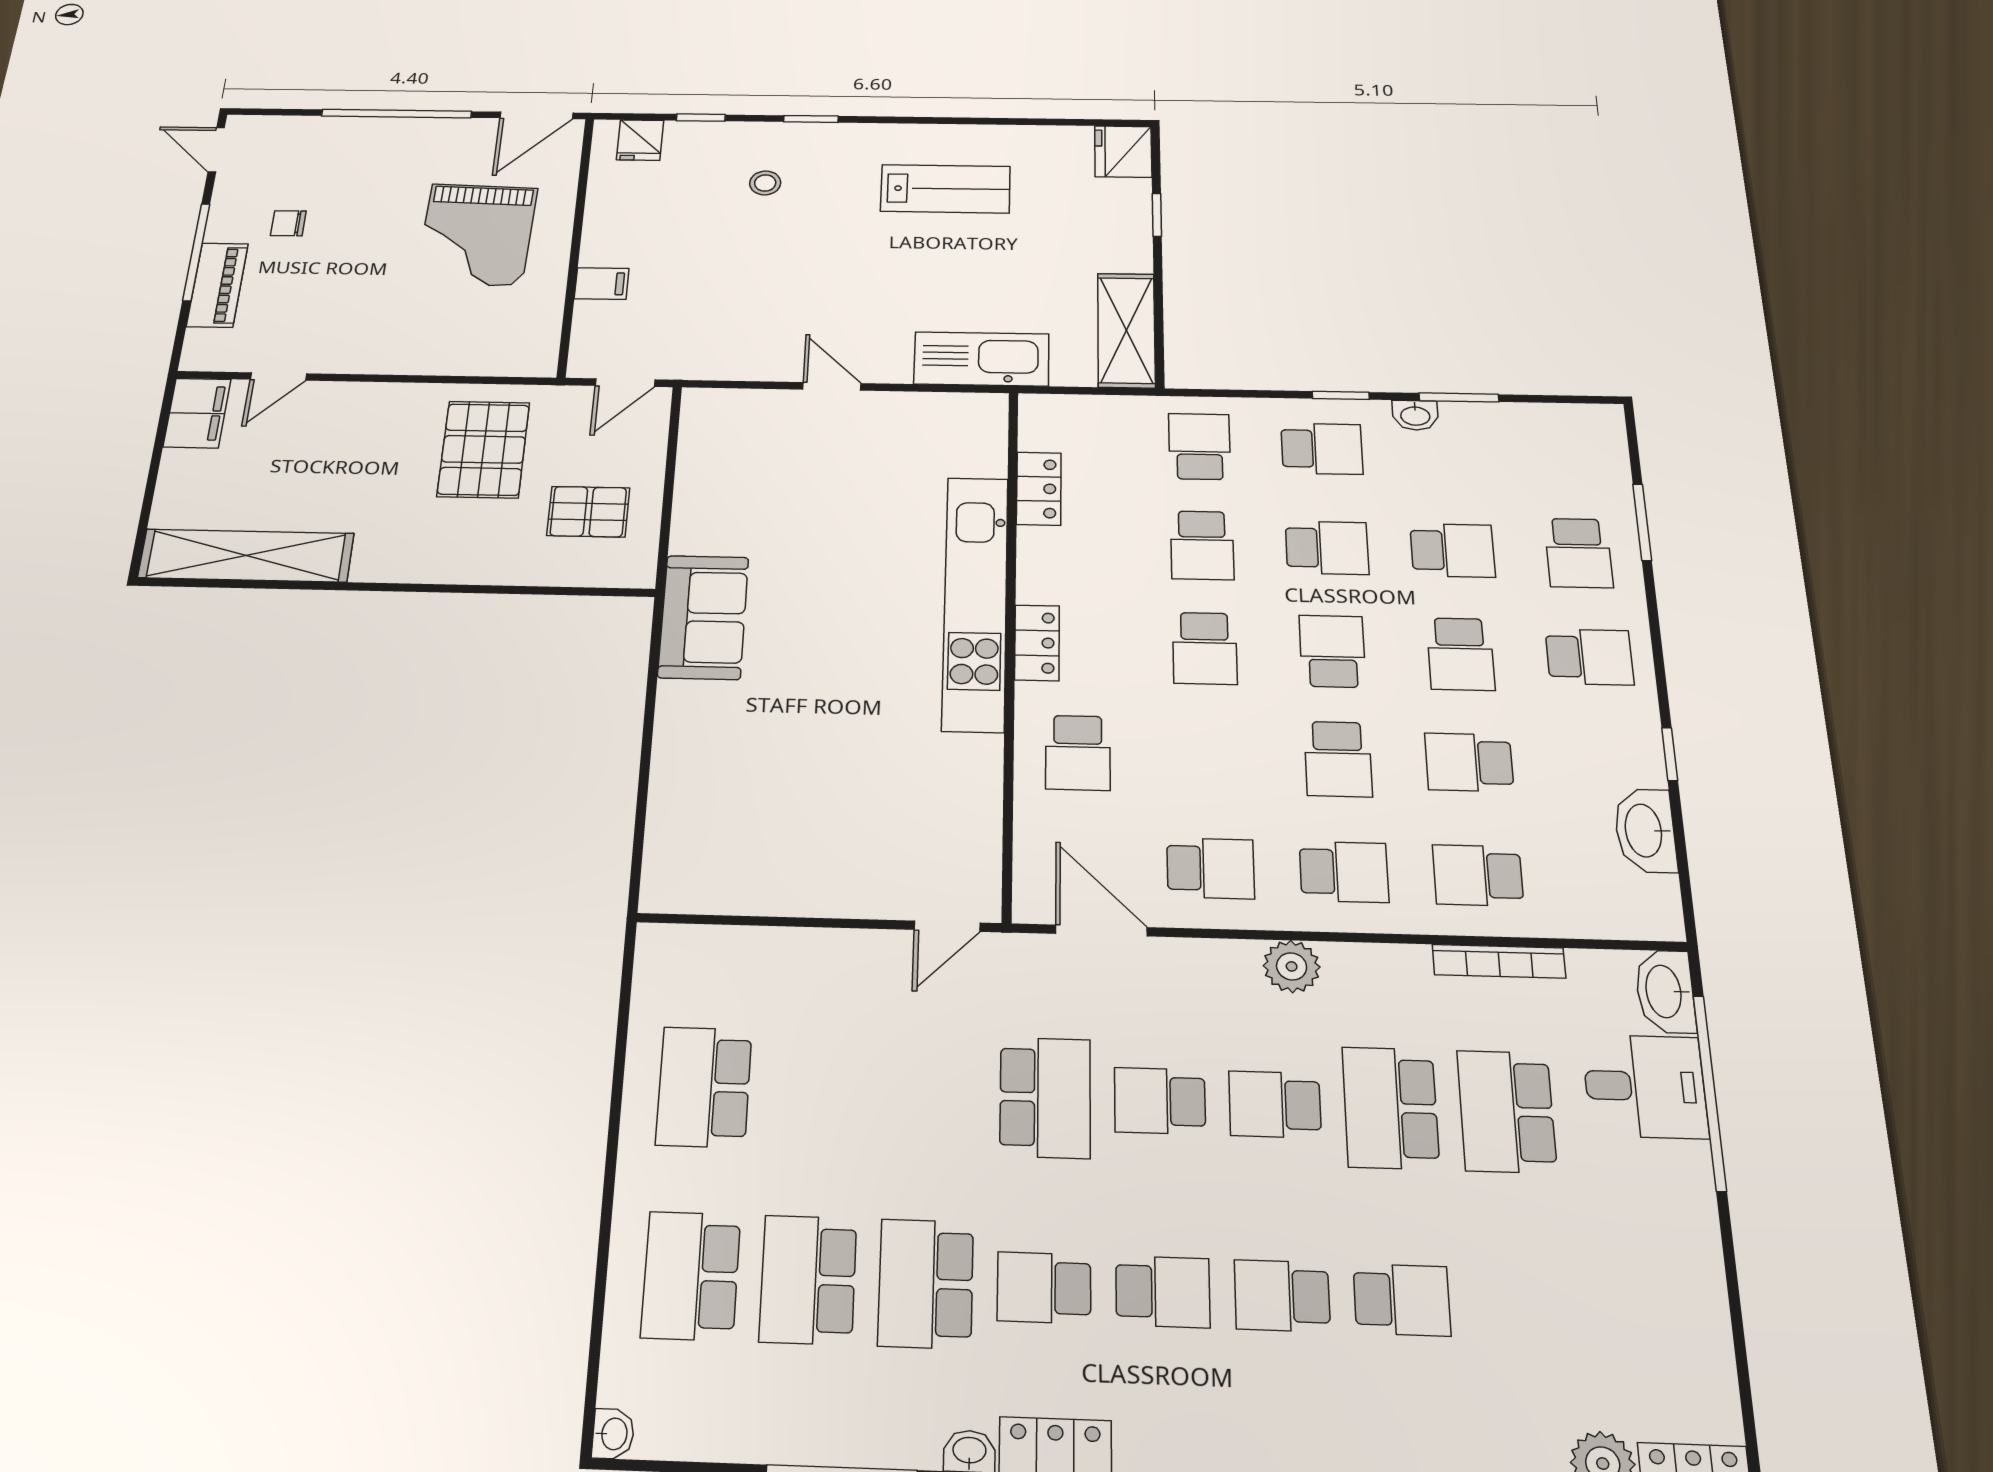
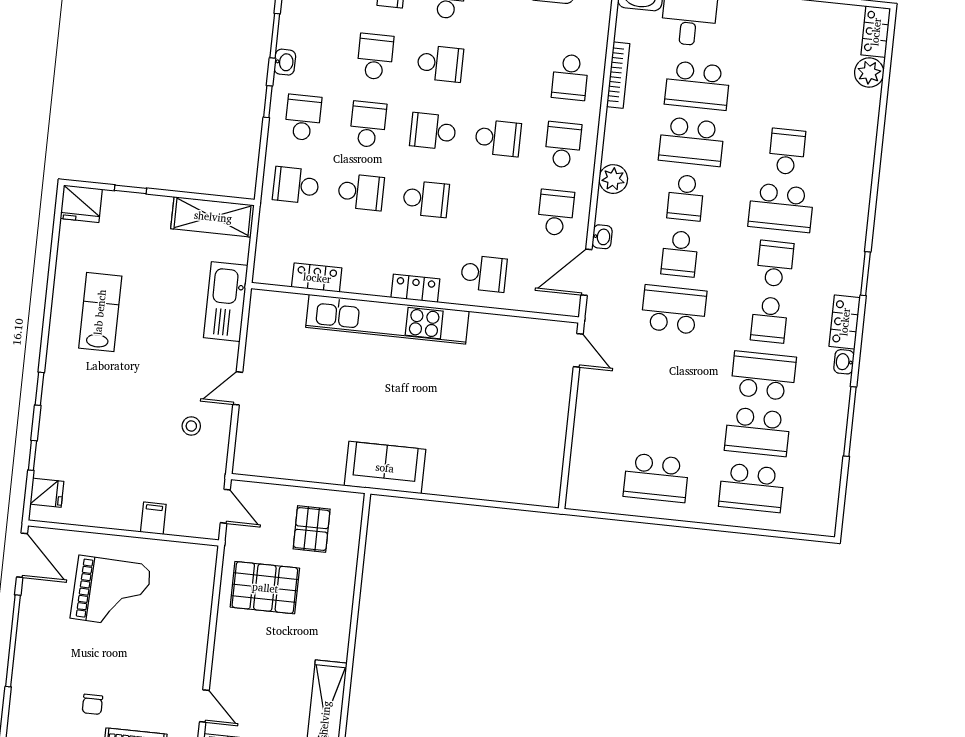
stool: (765, 183) -> (191, 426), moved
school desk: (1469, 762) -> (505, 70), removed
school desk: (926, 1284) -> (763, 376), turned 180
school desk: (1282, 1296) -> (781, 208), width x1.85
washbasin: (613, 1434) -> (602, 237), moved, turned 90

